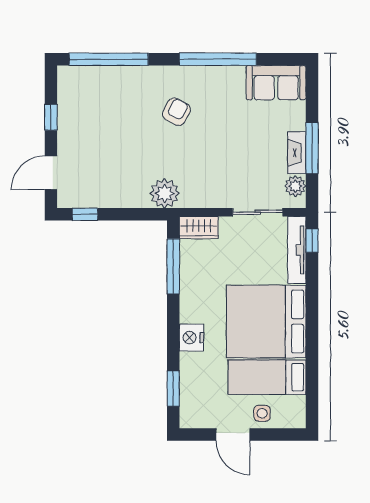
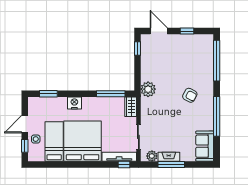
window: (275, 435) -> (25, 146), added

